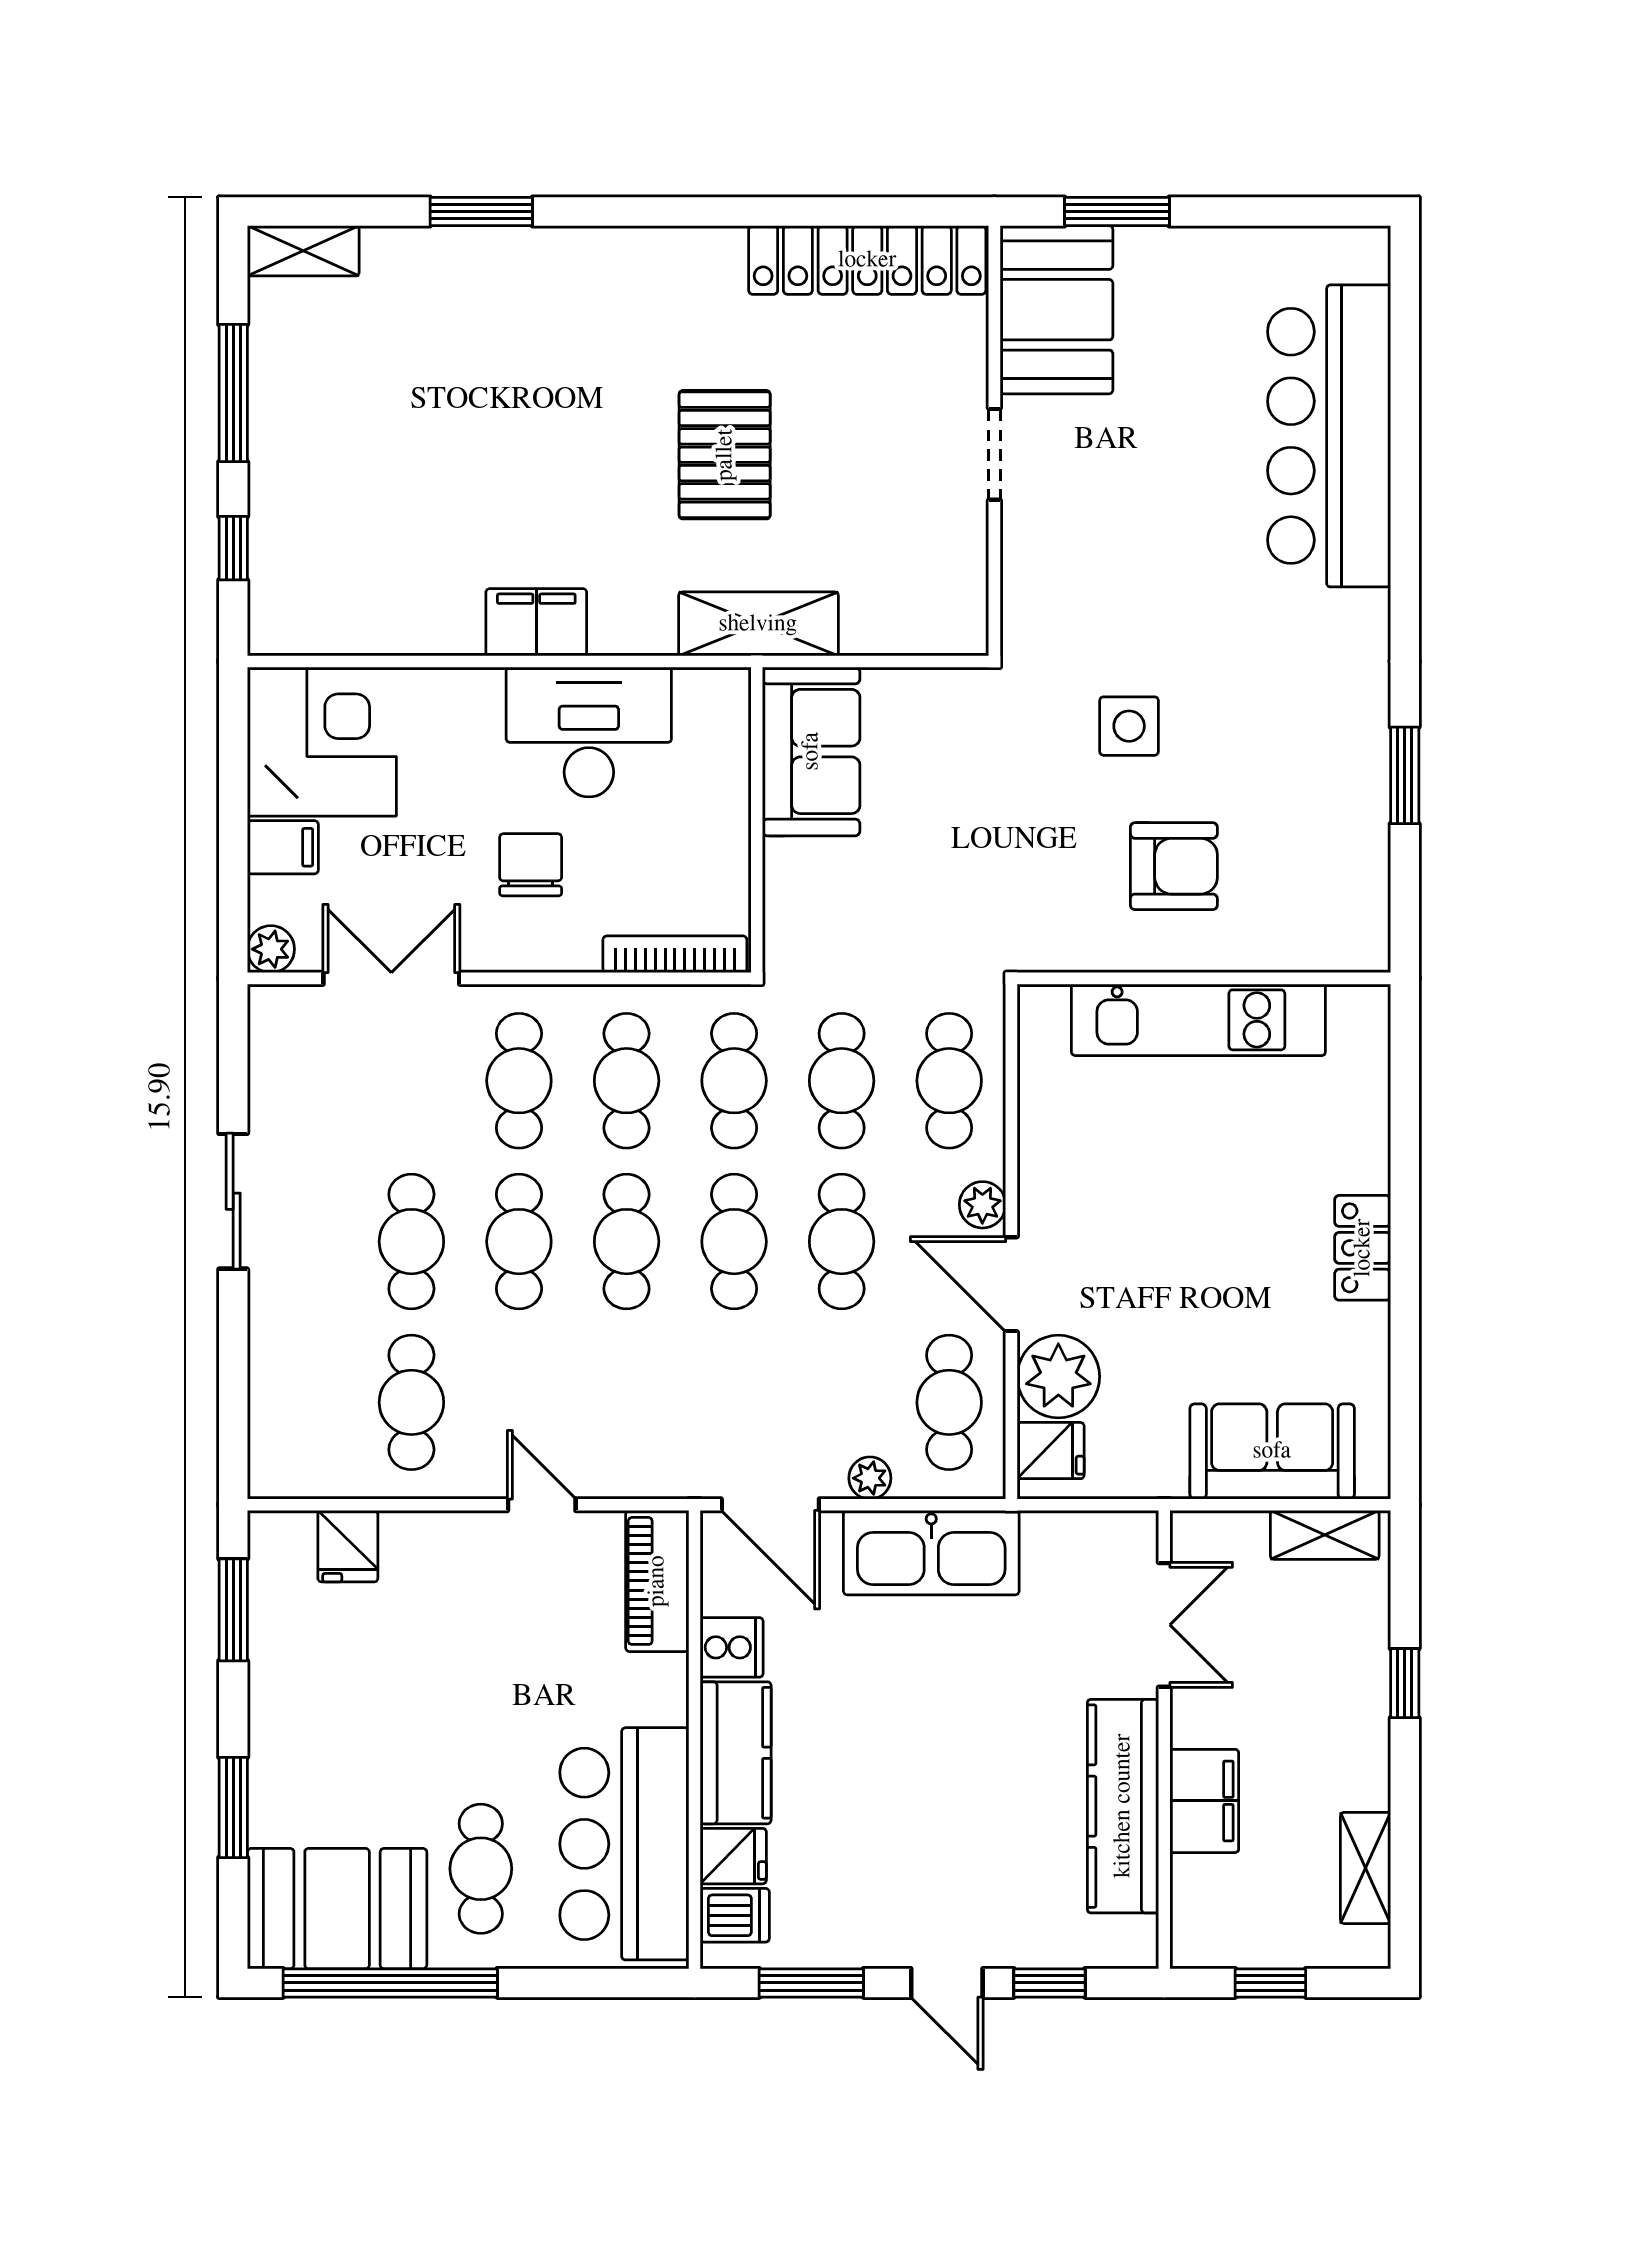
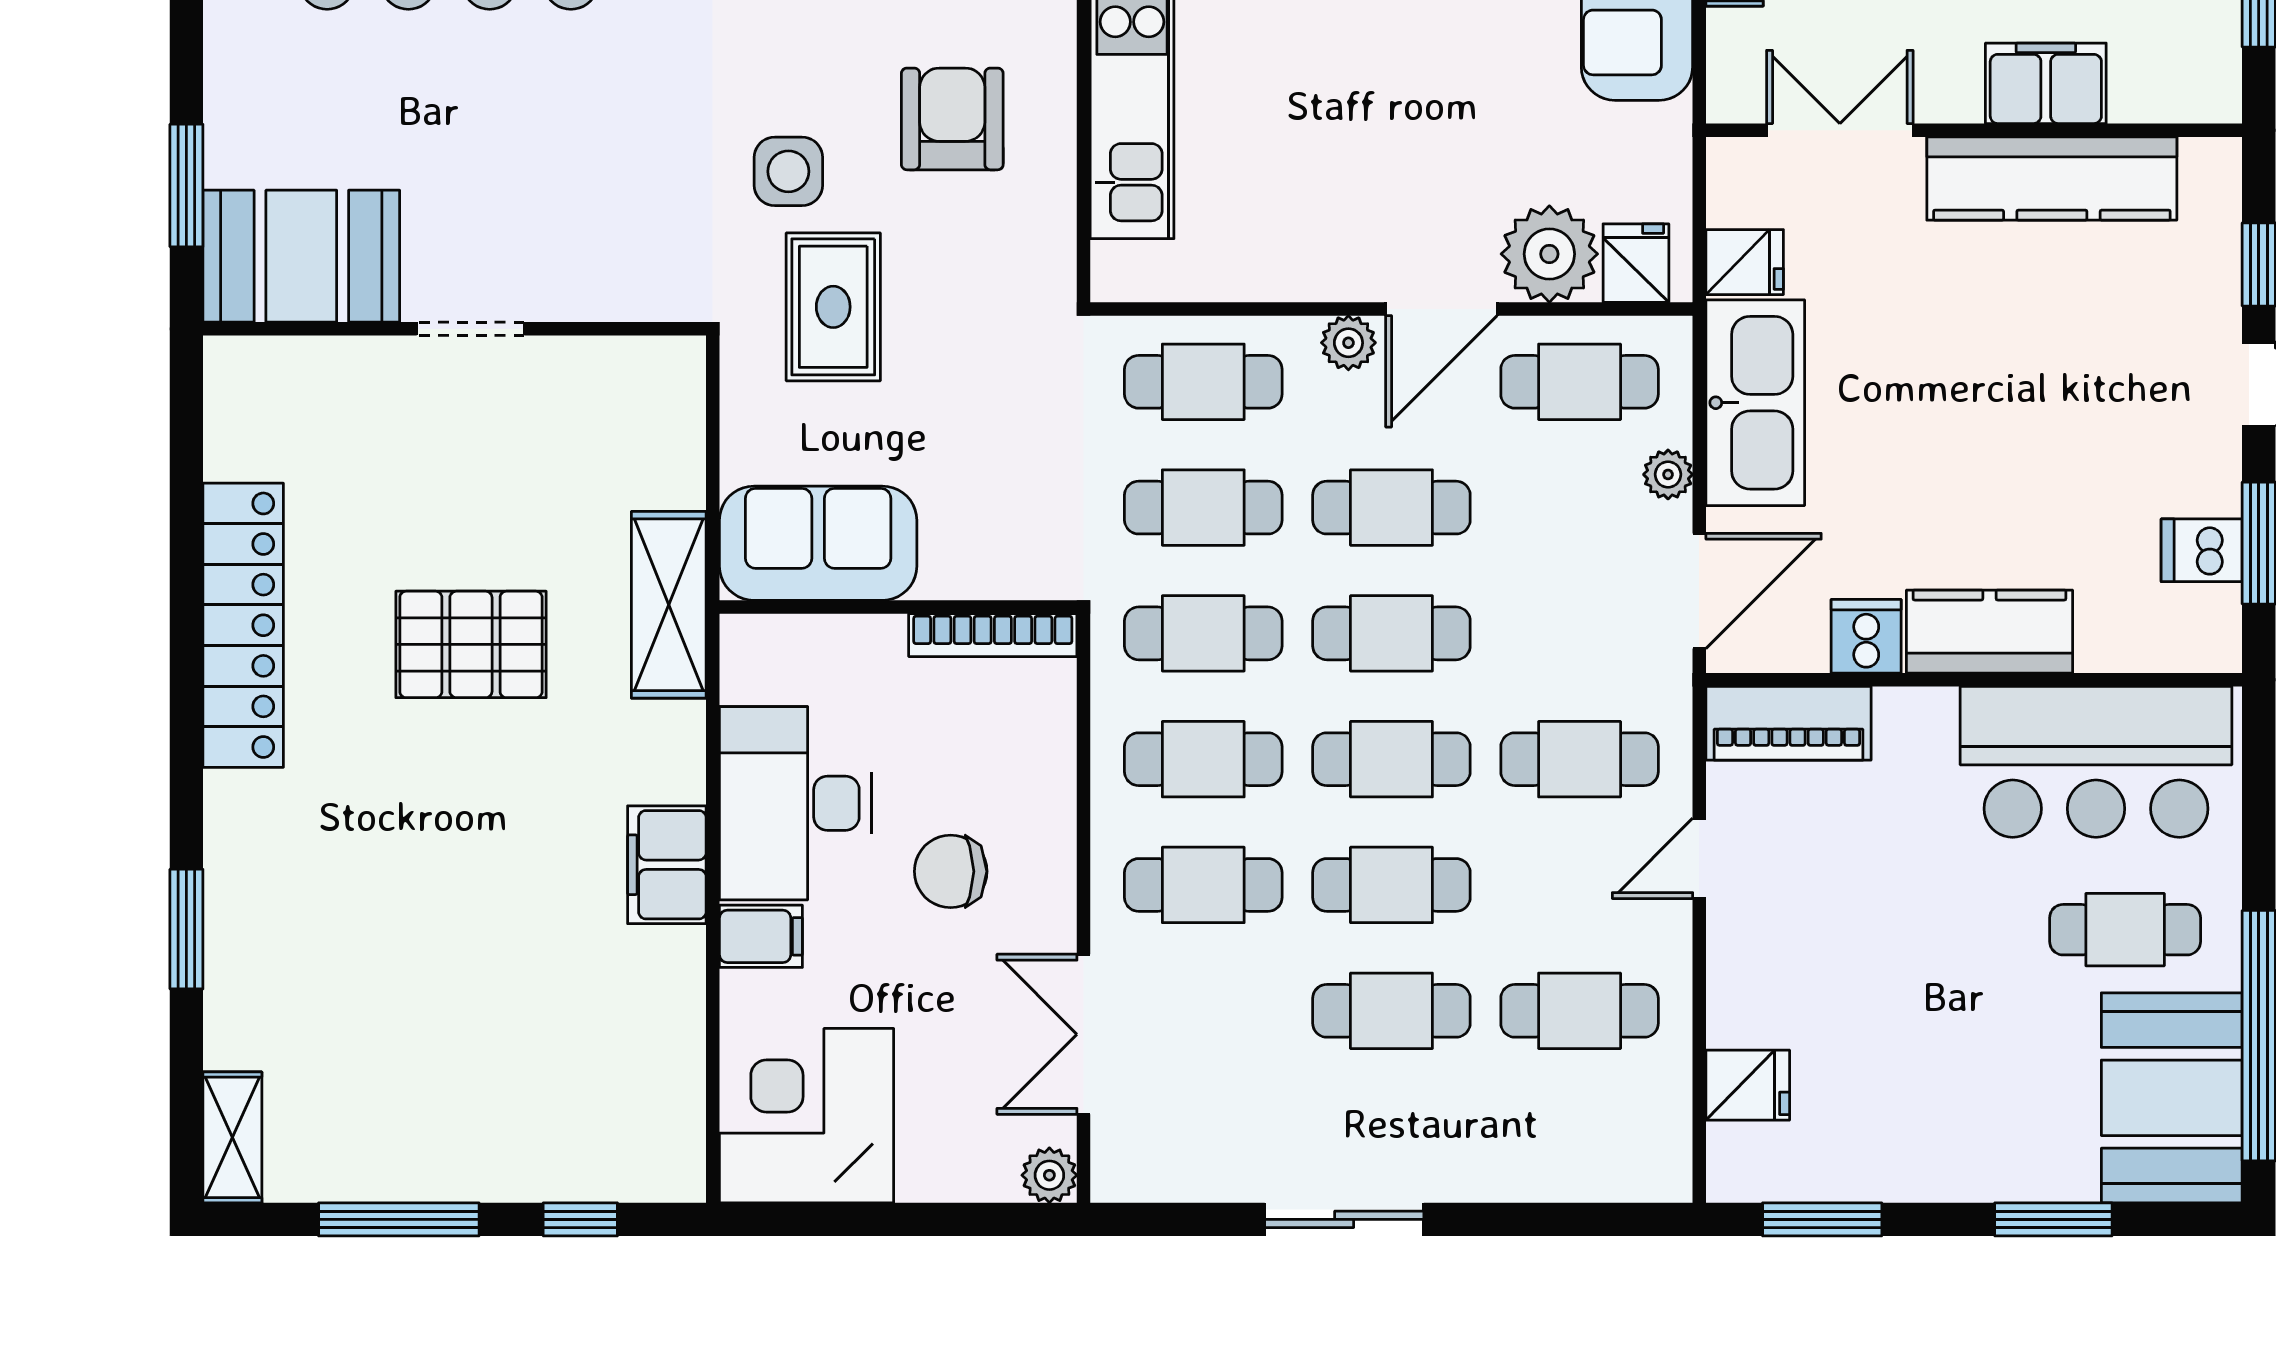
locker: (867, 260) -> (243, 625), moved
rug: (1013, 764) -> (833, 307), added
filing cabinet: (283, 847) -> (761, 936), moved, turned 90
bookcase: (675, 954) -> (993, 635), moved, turned -90
cafe table: (627, 1402) -> (1580, 759), added
fridge: (733, 1856) -> (1745, 262), moved, turned 90
dishwasher: (735, 1915) -> (2202, 550), moved, turned -90

